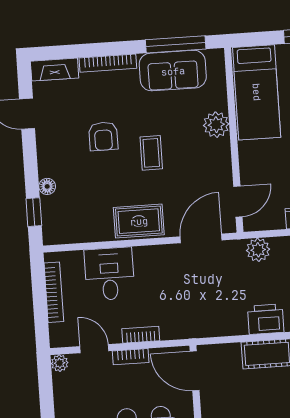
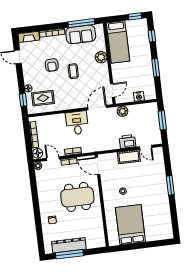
rug: (139, 221) -> (43, 98), moved
desk: (109, 274) -> (77, 123), moved
floor lamp: (60, 335) -> (38, 153), added

